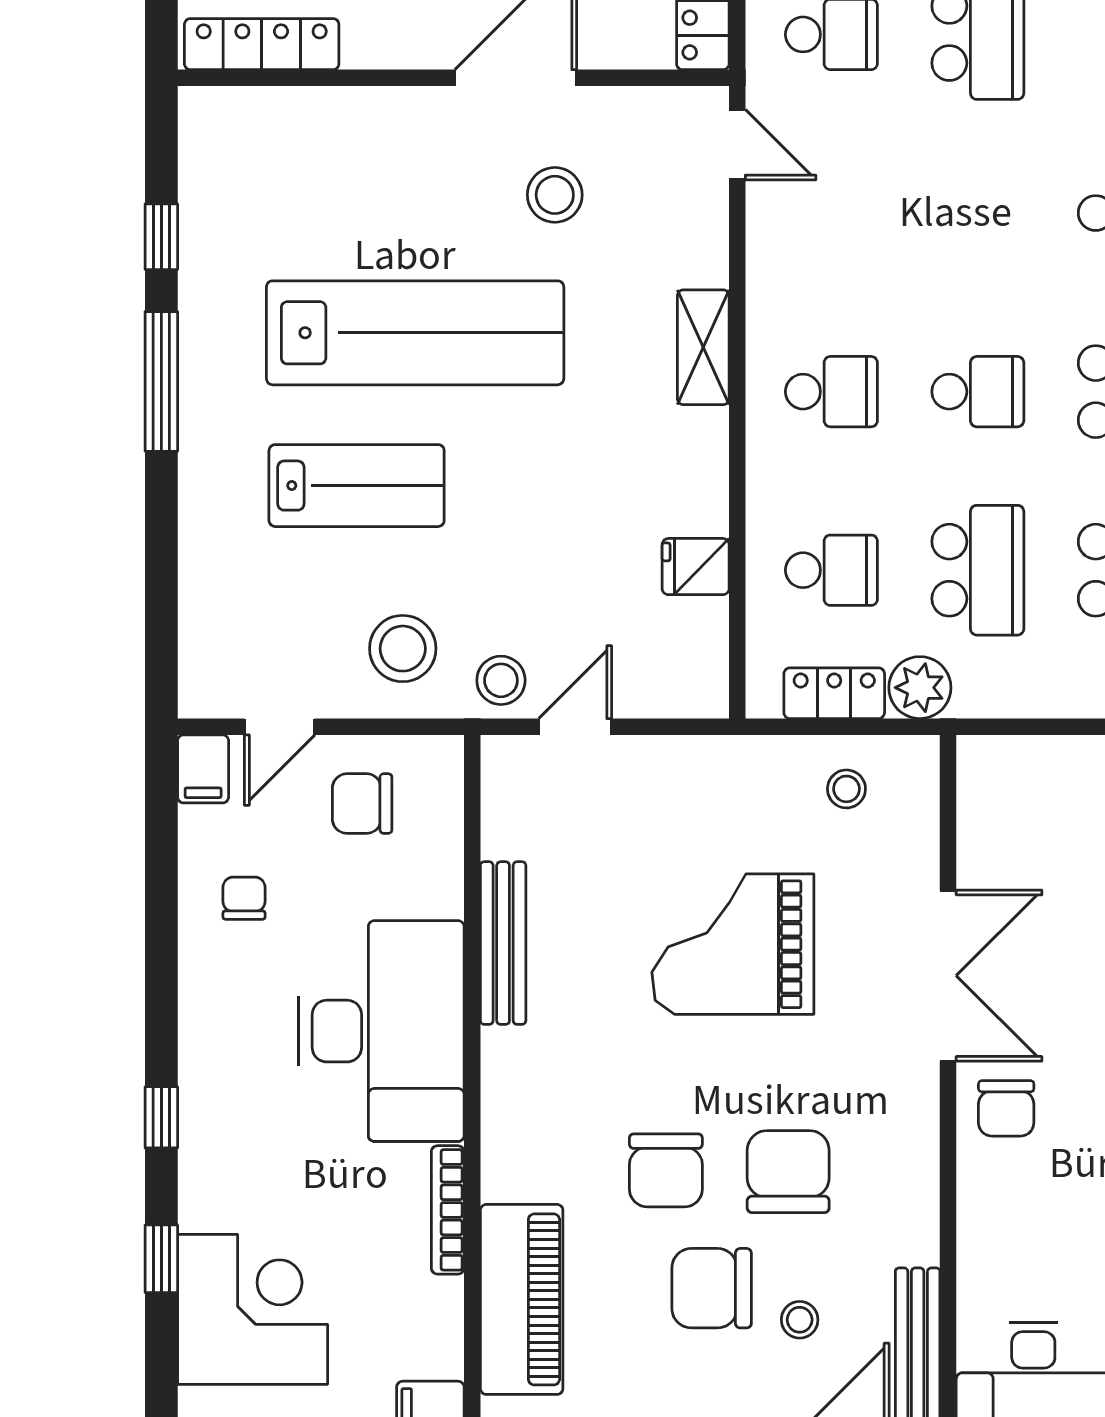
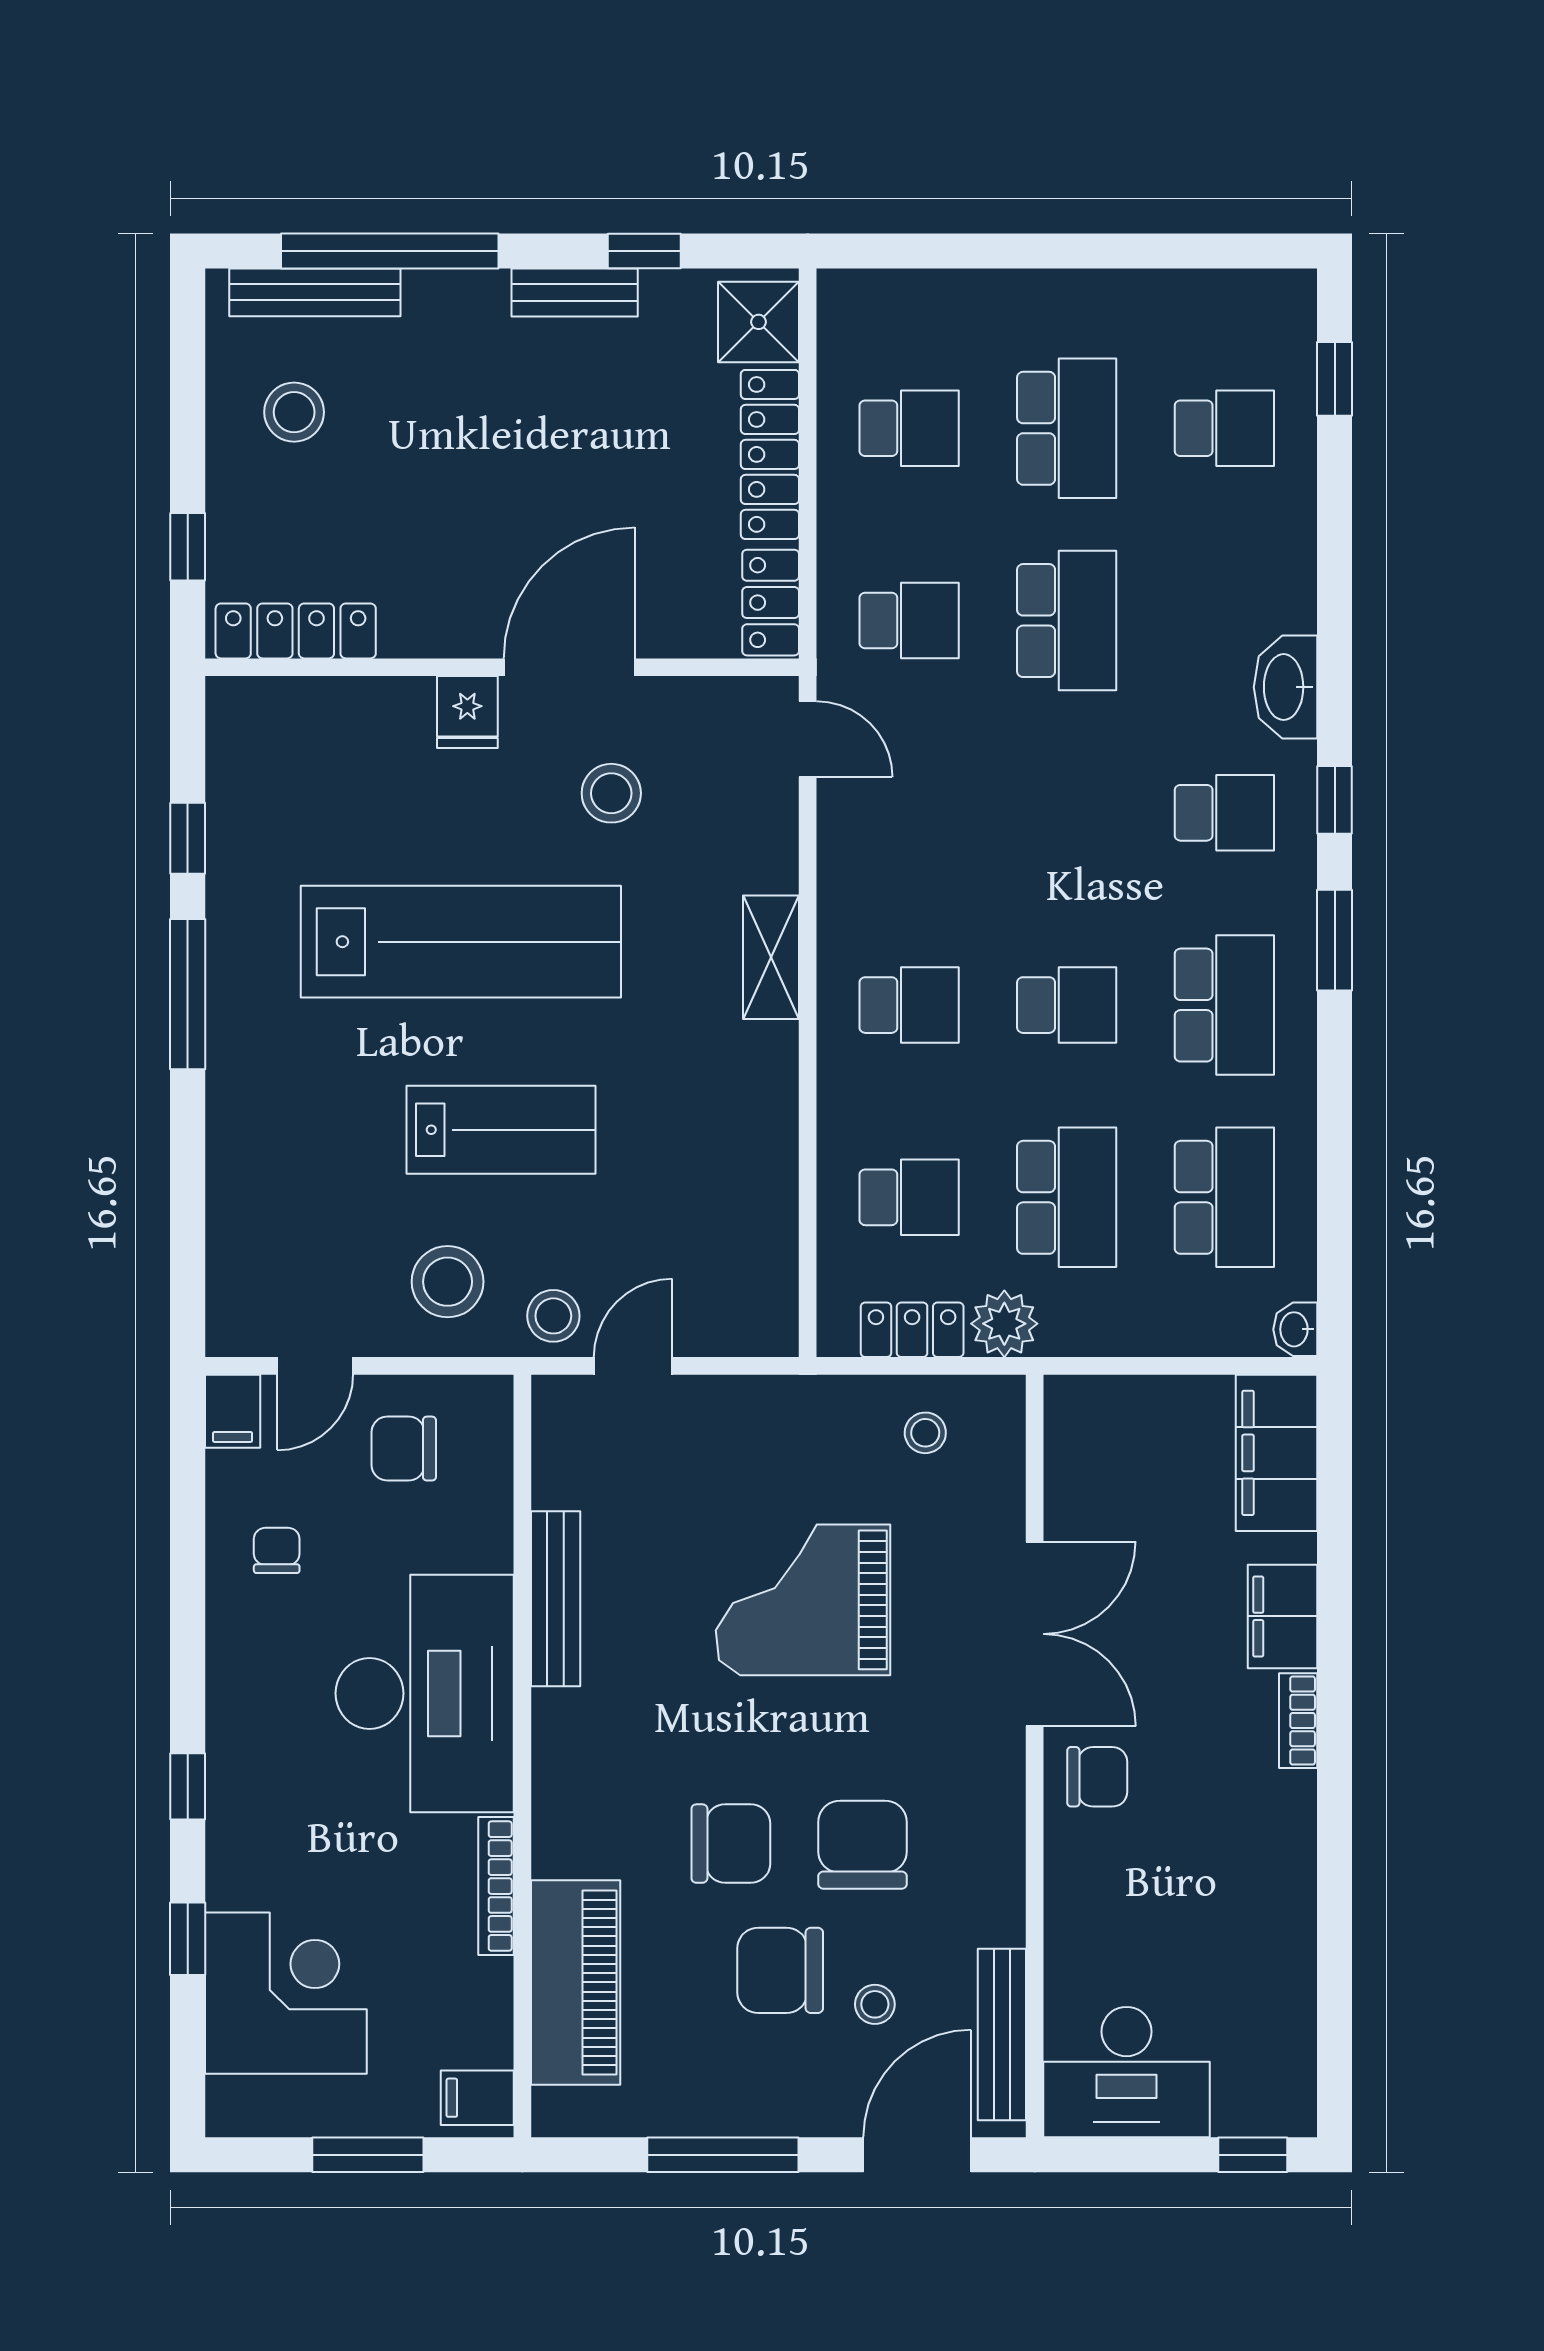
lab bench: (357, 486) -> (501, 1130), moved
fridge: (696, 567) -> (467, 712), moved, turned -90
chair: (1006, 1108) -> (1097, 1777), turned -90
chair: (666, 1170) -> (731, 1844), turned -90

